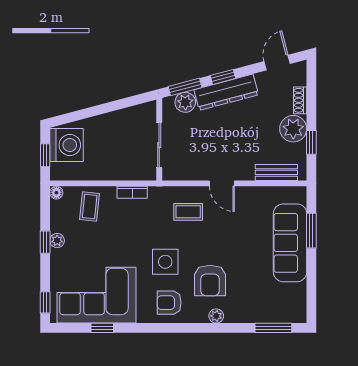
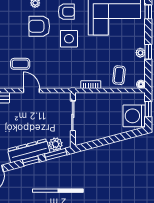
coffee table: (188, 212) -> (20, 64), moved
armchair: (210, 281) -> (39, 26), turned -90

